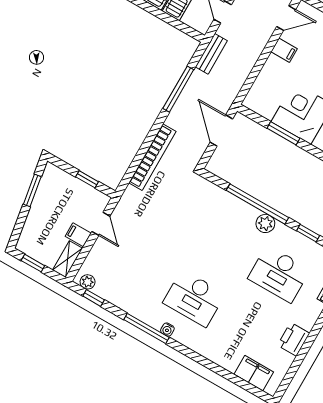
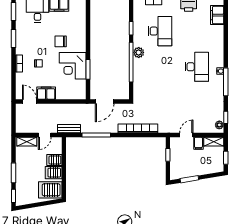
filing cabinet: (284, 50) -> (46, 93), width x2.00

